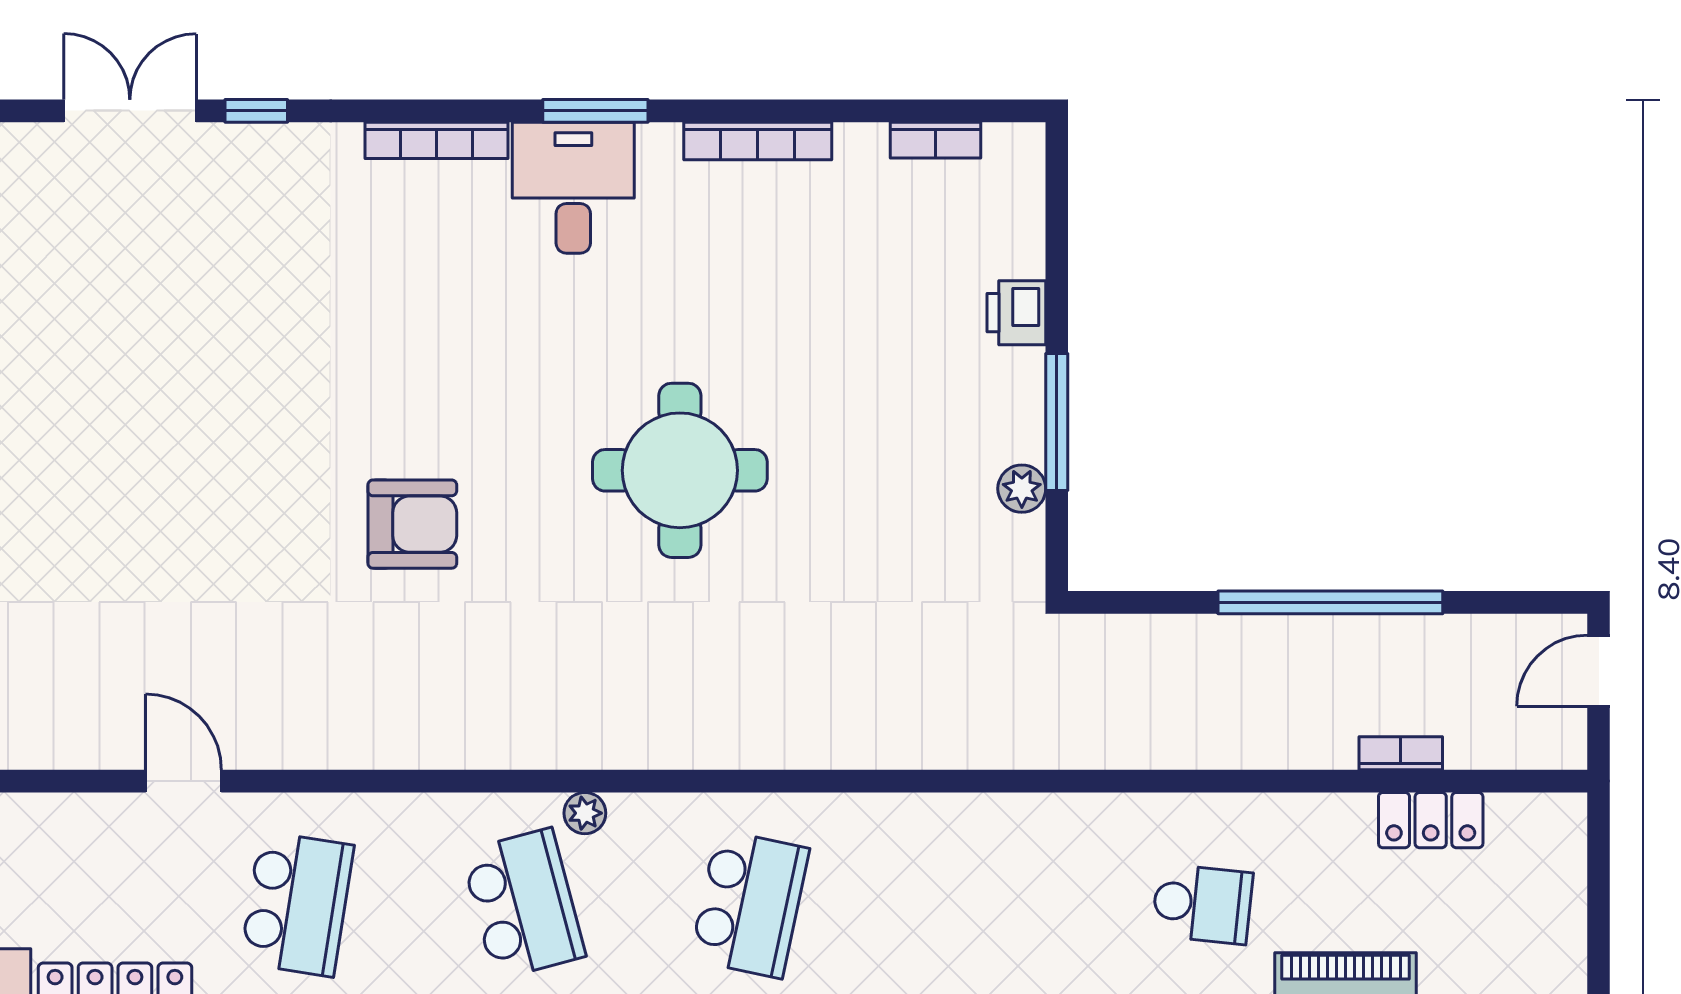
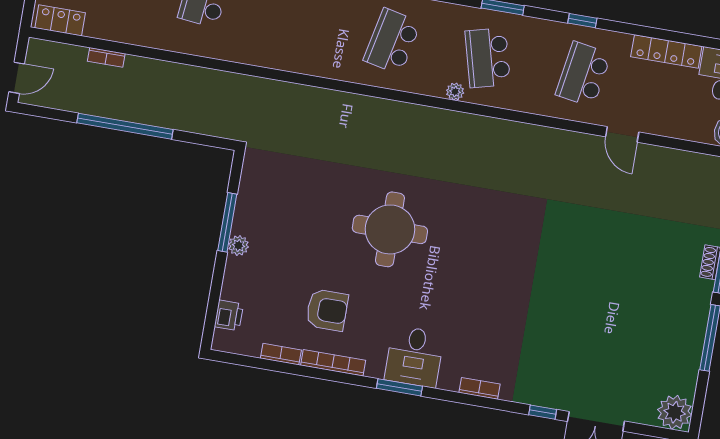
bookcase: (437, 140) -> (479, 388), width x0.64
bookcase: (936, 140) -> (281, 354), moved
printer: (1016, 313) -> (229, 315), moved
plant: (1022, 489) -> (238, 246), moved
armchair: (412, 524) -> (327, 310), moved, turned 180
locker: (1431, 820) -> (60, 20), moved

